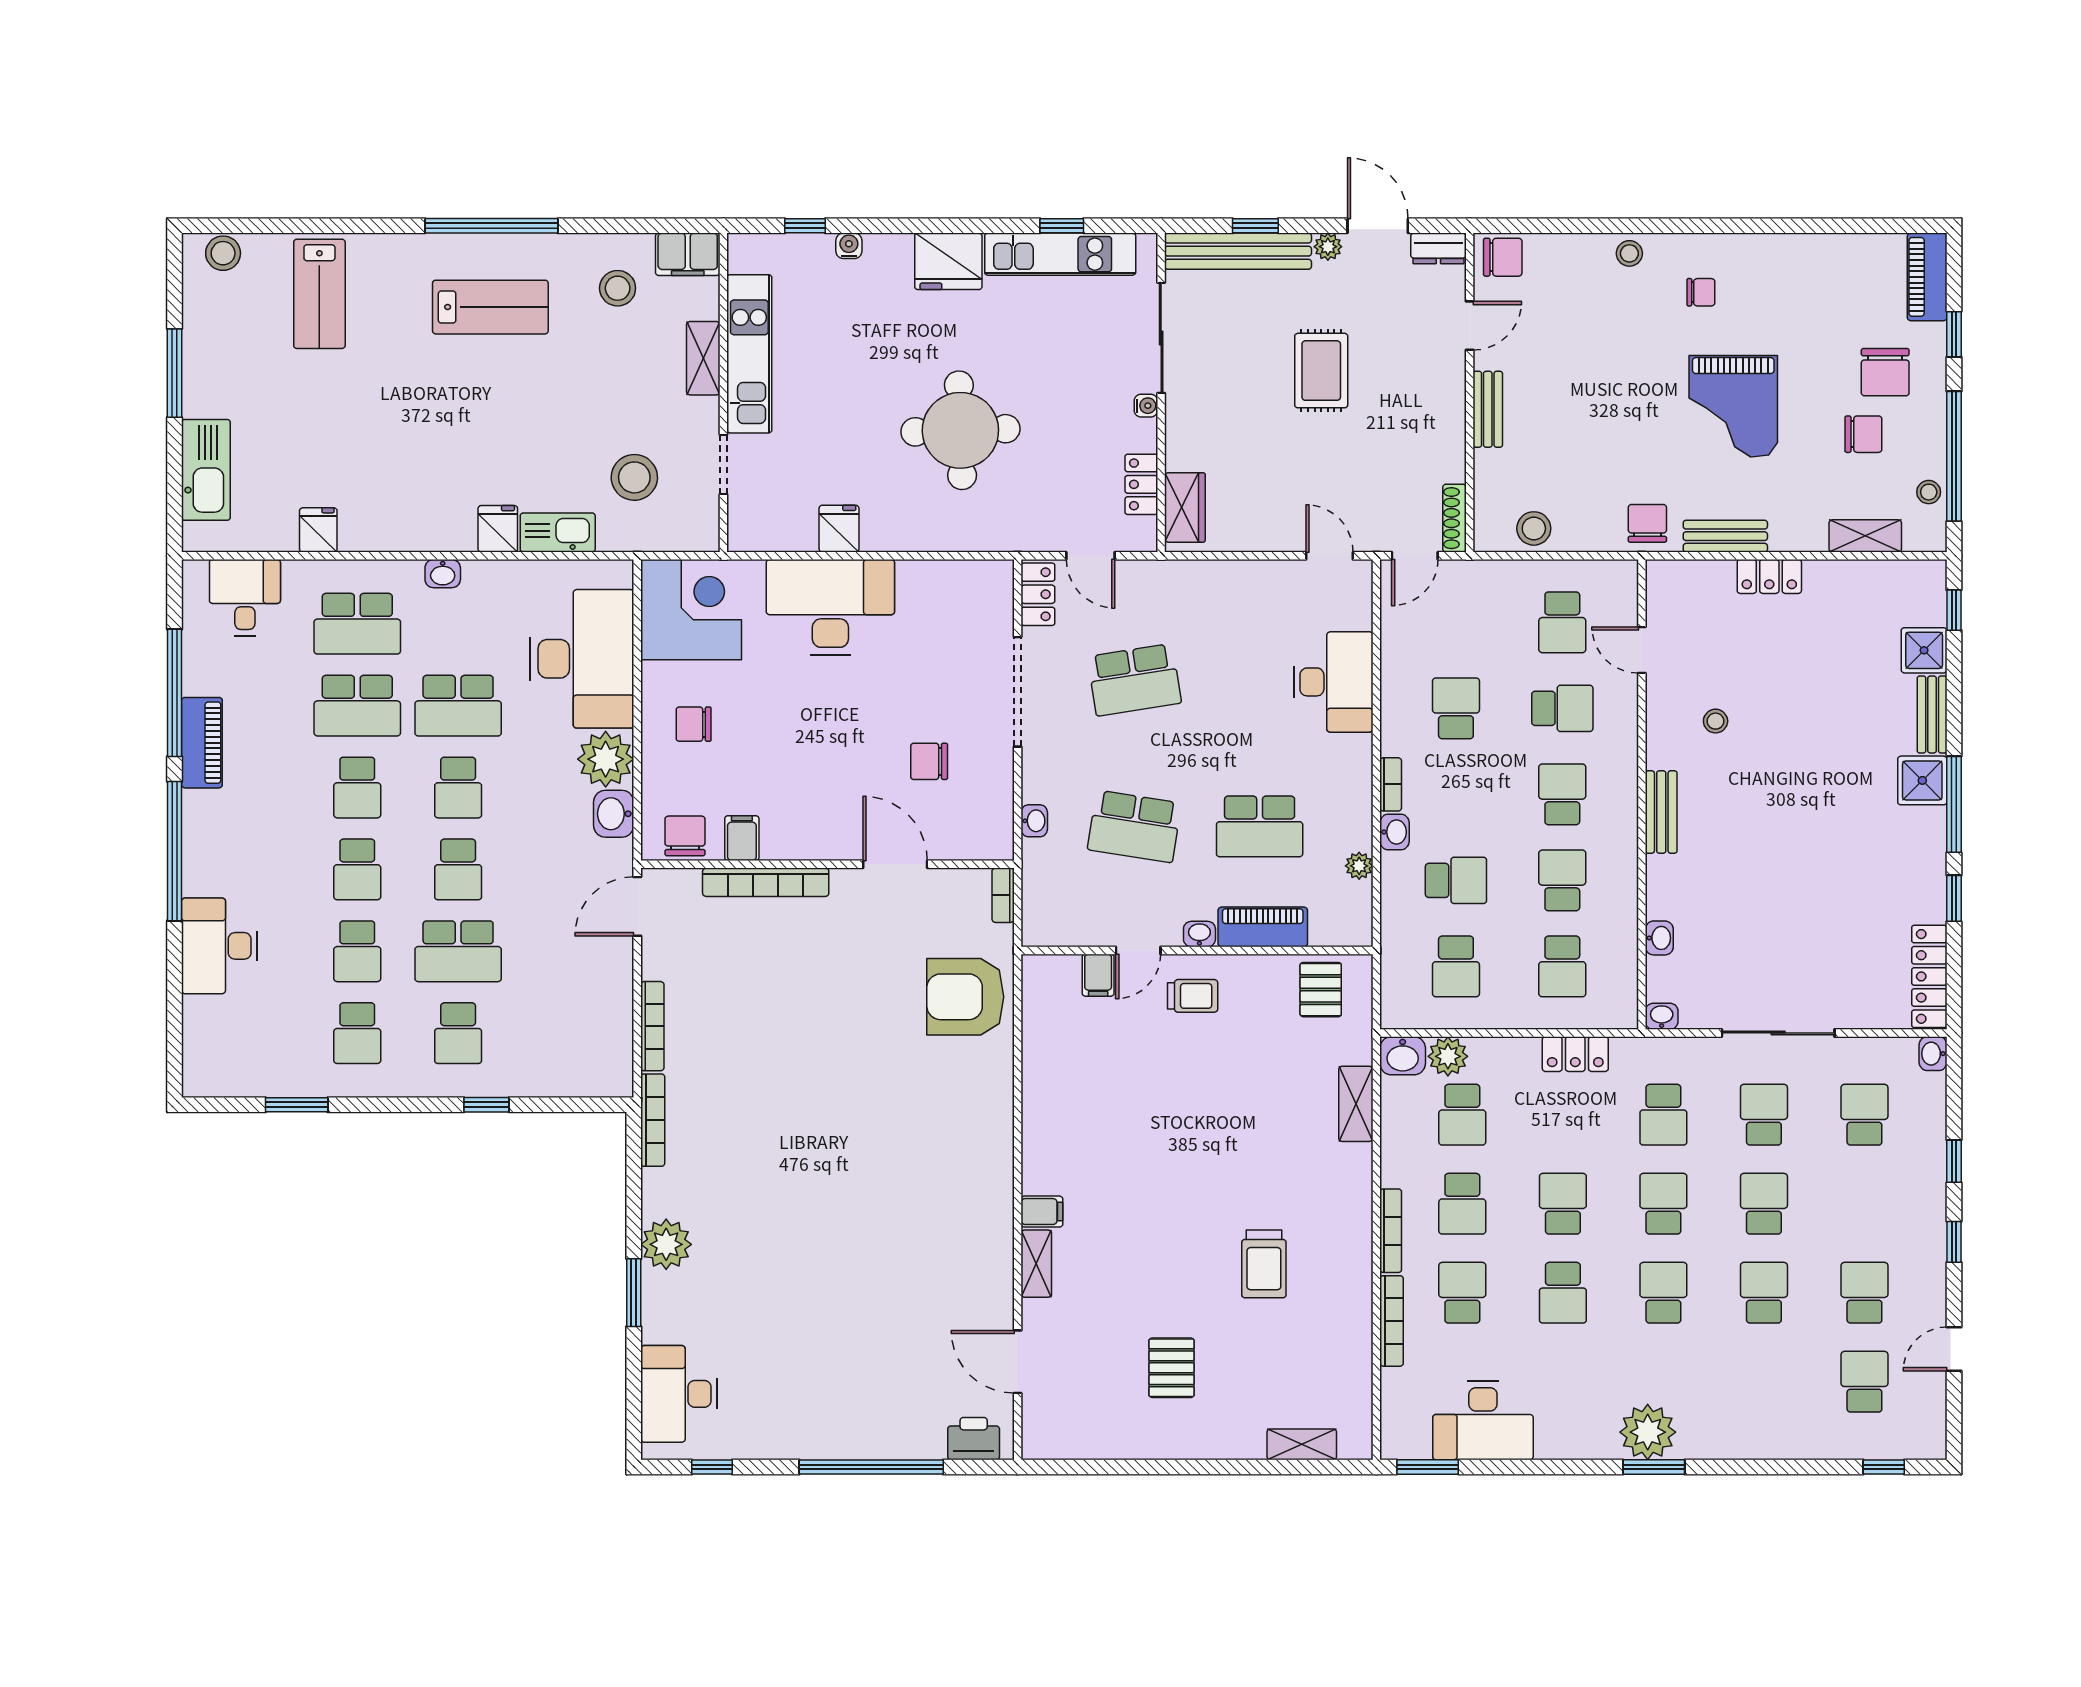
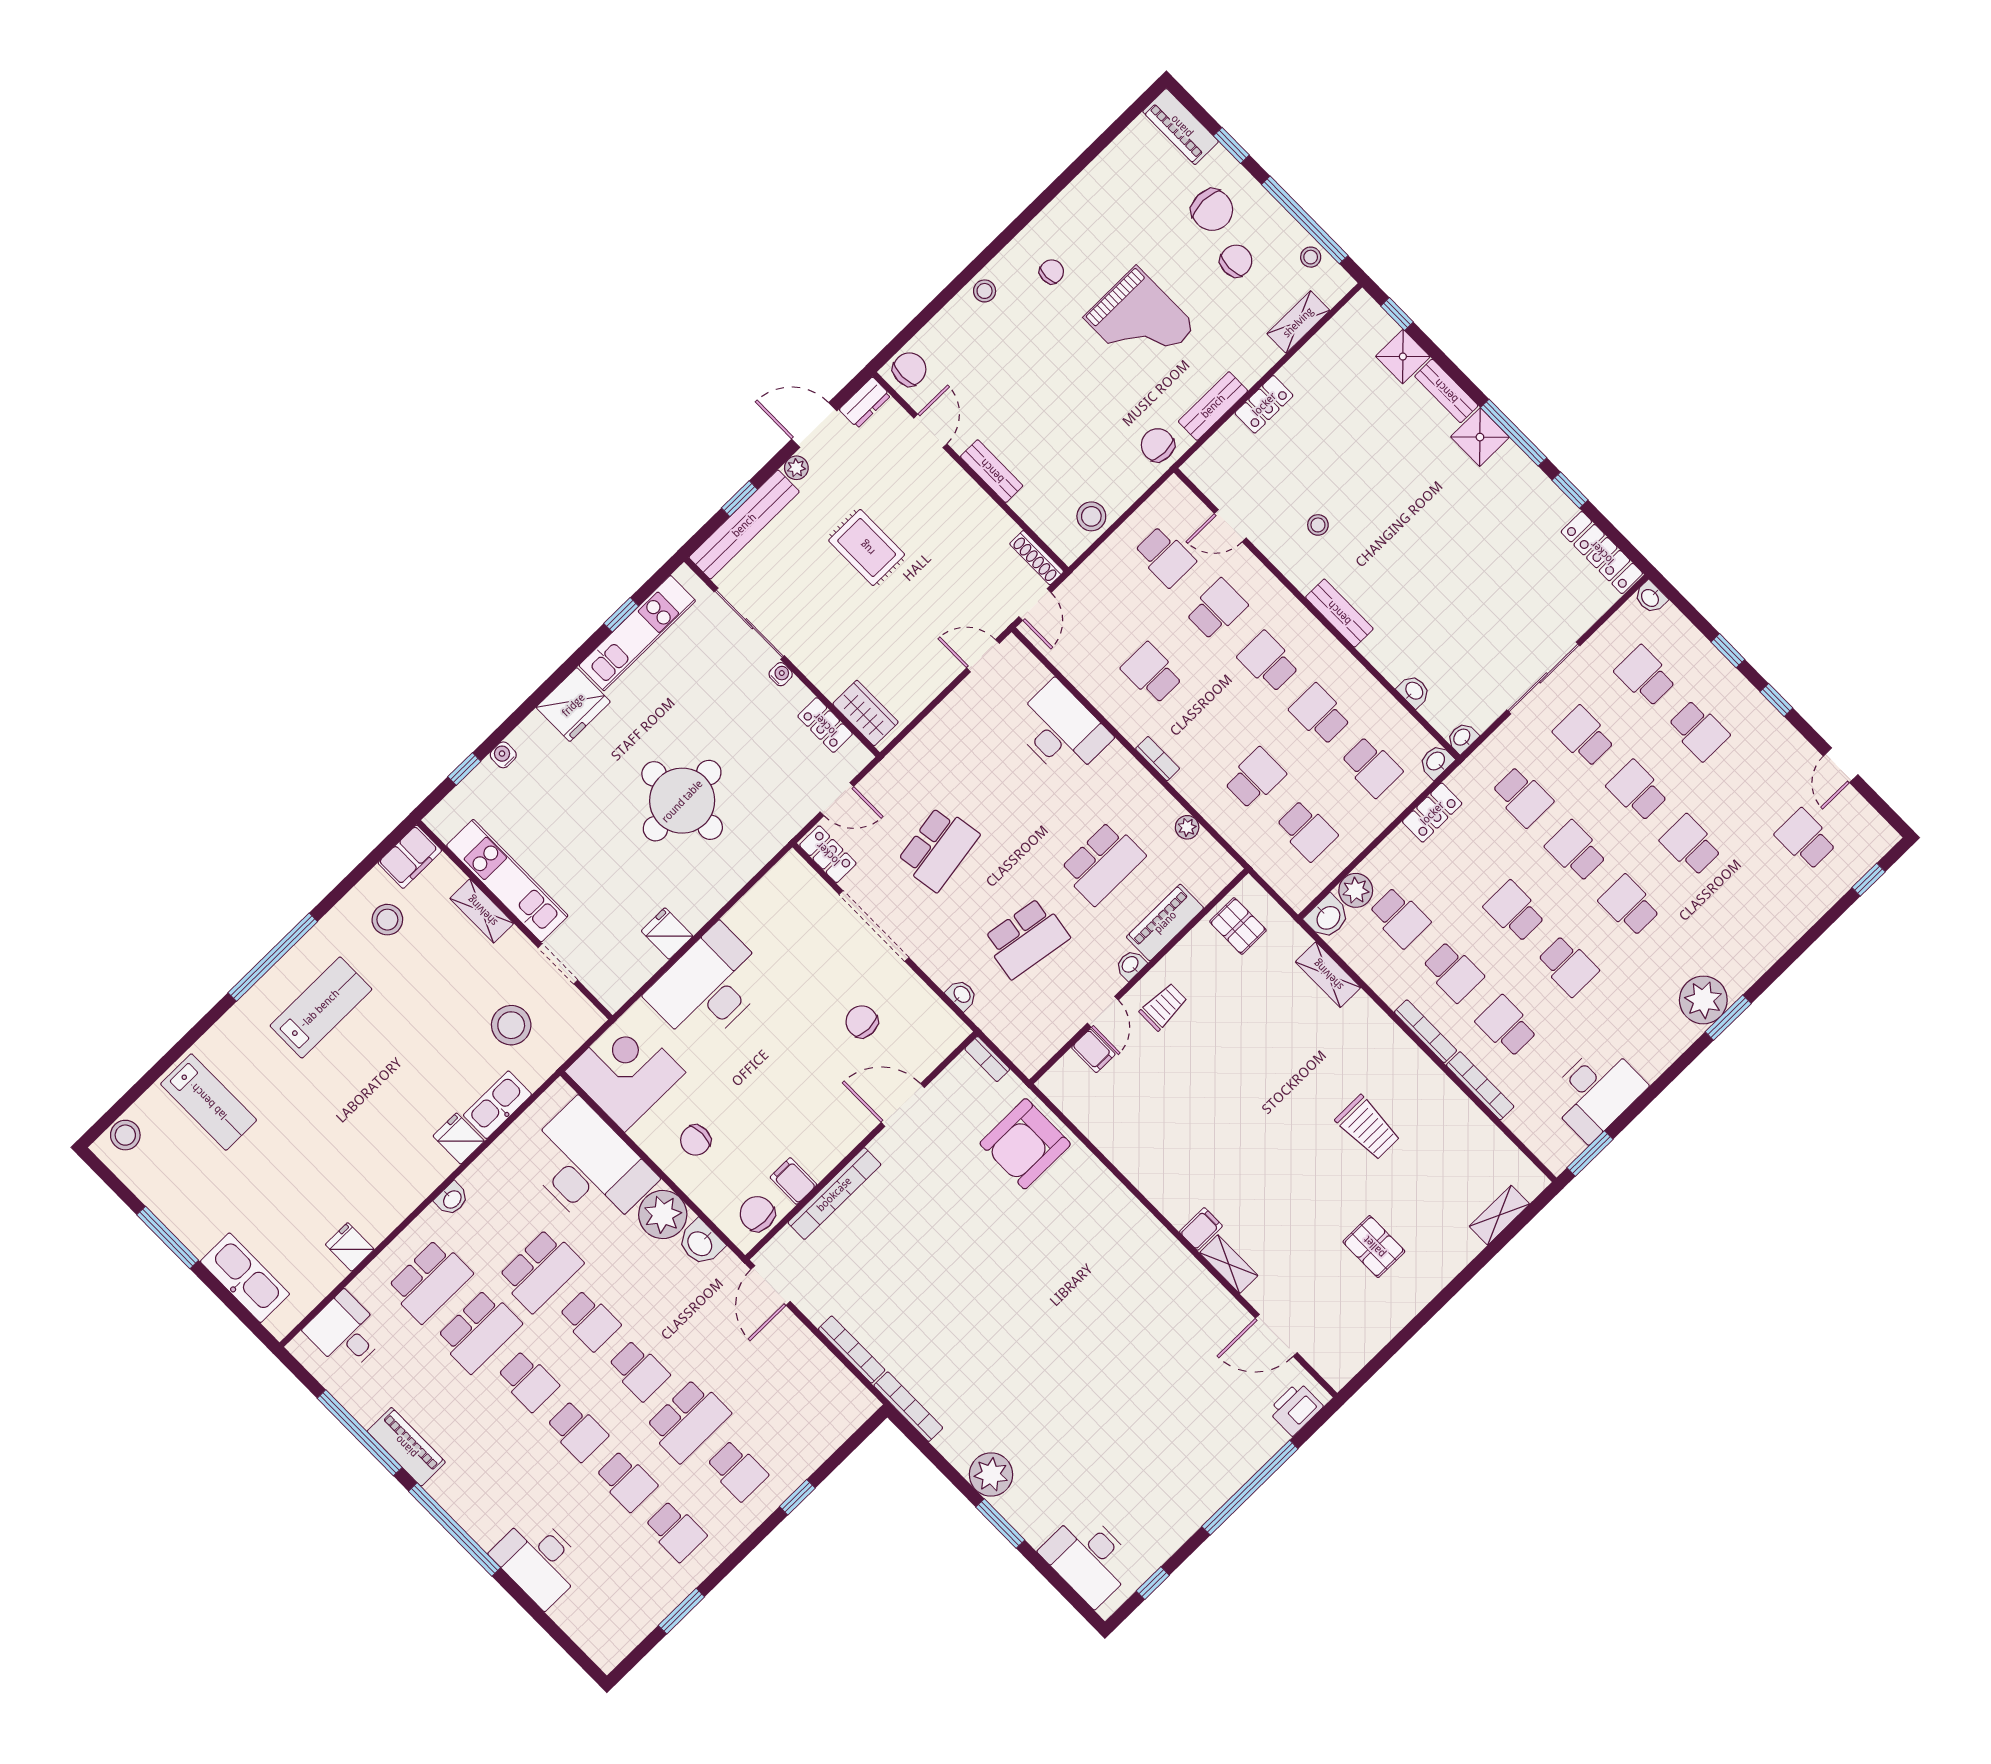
chair: (929, 761) -> (862, 1022), turned 90
washbasin: (1394, 832) -> (1436, 762), moved, turned -90
school desk: (1864, 1293) -> (1699, 730), moved, turned 180

